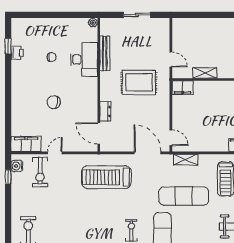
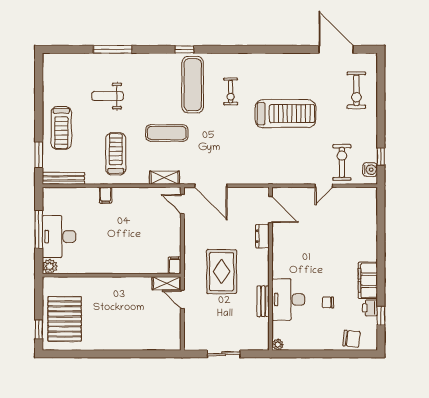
bench: (105, 53) -> (263, 301), width x0.73
shelving: (205, 73) -> (167, 283), moved
rug: (139, 82) -> (222, 272), turned 90
filing cabinet: (183, 88) -> (175, 265), width x0.50
chair: (54, 102) -> (351, 339), moved
filing cabinet: (26, 144) -> (368, 280), moved, turned 90
treadmill: (106, 177) -> (285, 114), moved
exercise mat: (184, 196) -> (167, 133), width x0.73, depth x0.69

